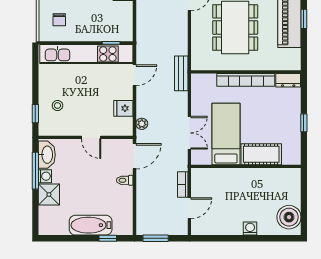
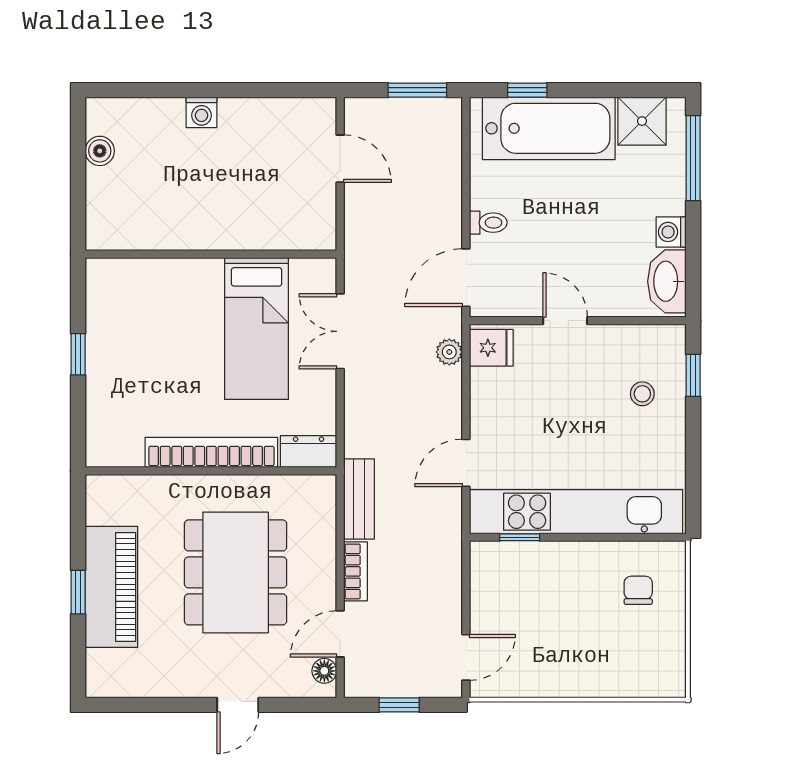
bench: (181, 73) -> (359, 499), moved
dresser: (288, 80) -> (309, 452), moved
fridge: (123, 108) -> (491, 348), moved
cot: (261, 154) -> (176, 282), removed
window: (35, 171) -> (693, 158), moved
bookcase: (183, 185) -> (355, 571), moved
shower: (49, 195) -> (642, 121), moved
door: (189, 208) -> (340, 159), swing flipped
boiler: (289, 217) -> (100, 151), width x0.54, depth x0.54
bathtub: (91, 225) -> (549, 128), width x1.36, depth x1.36

